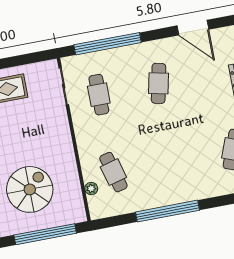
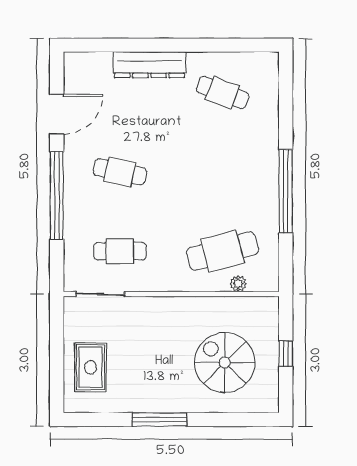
window: (108, 44) -> (57, 195), moved
cafe table: (113, 172) -> (223, 251), width x1.37, depth x1.35
window: (45, 234) -> (286, 354), width x0.32

